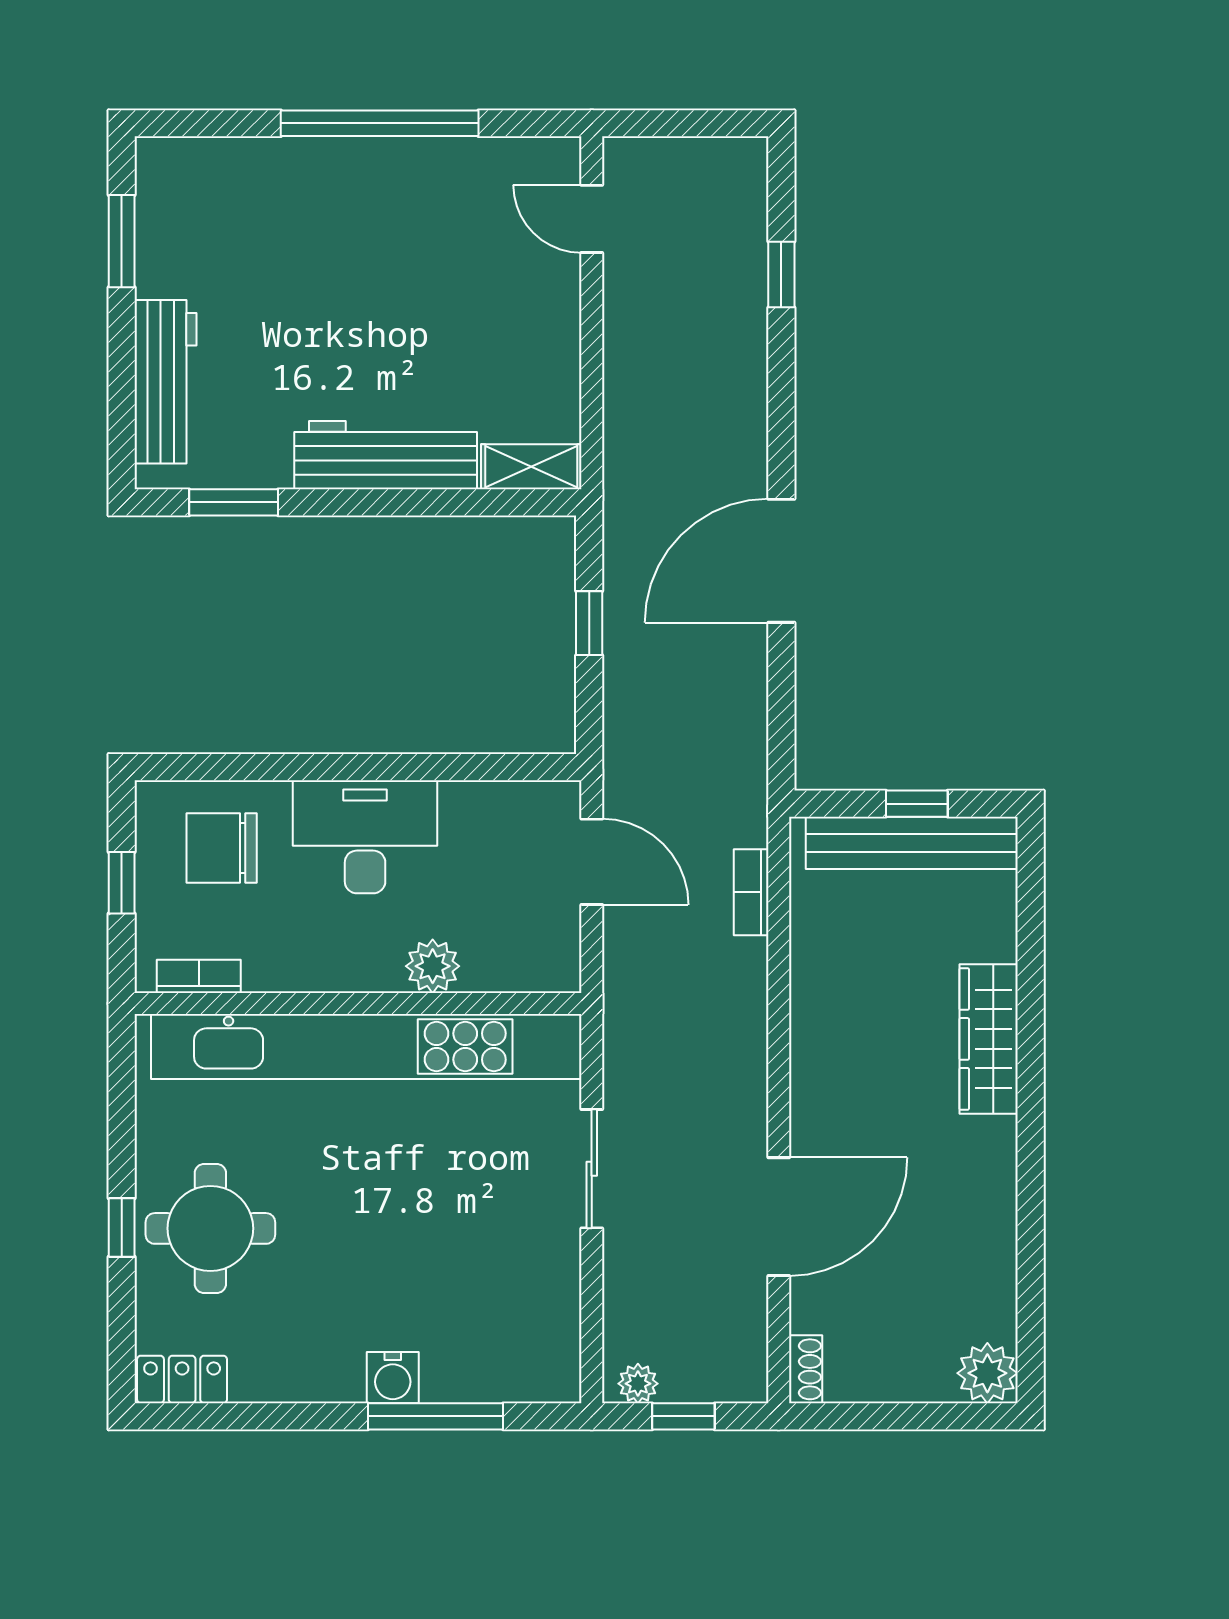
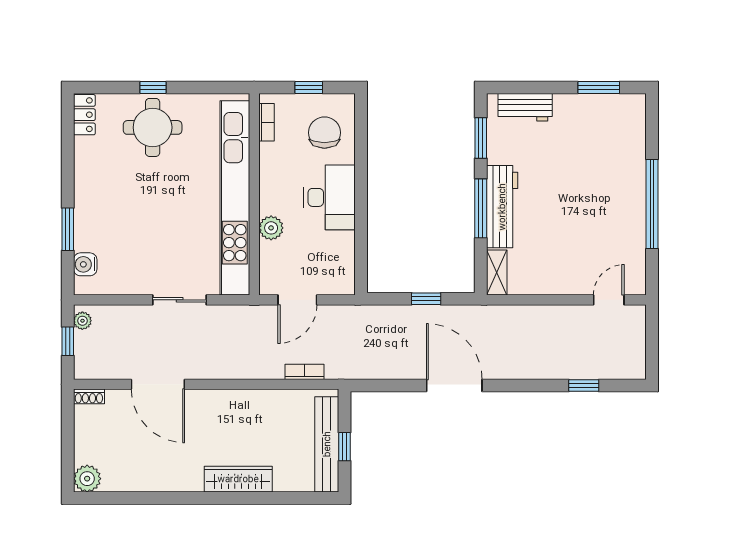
workbench: (165, 382) -> (525, 107), width x0.73
window: (389, 502) -> (481, 208), added
door: (592, 862) -> (297, 300), moved
water cooler: (393, 1378) -> (85, 264), moved
window: (436, 1416) -> (68, 229), width x0.69

